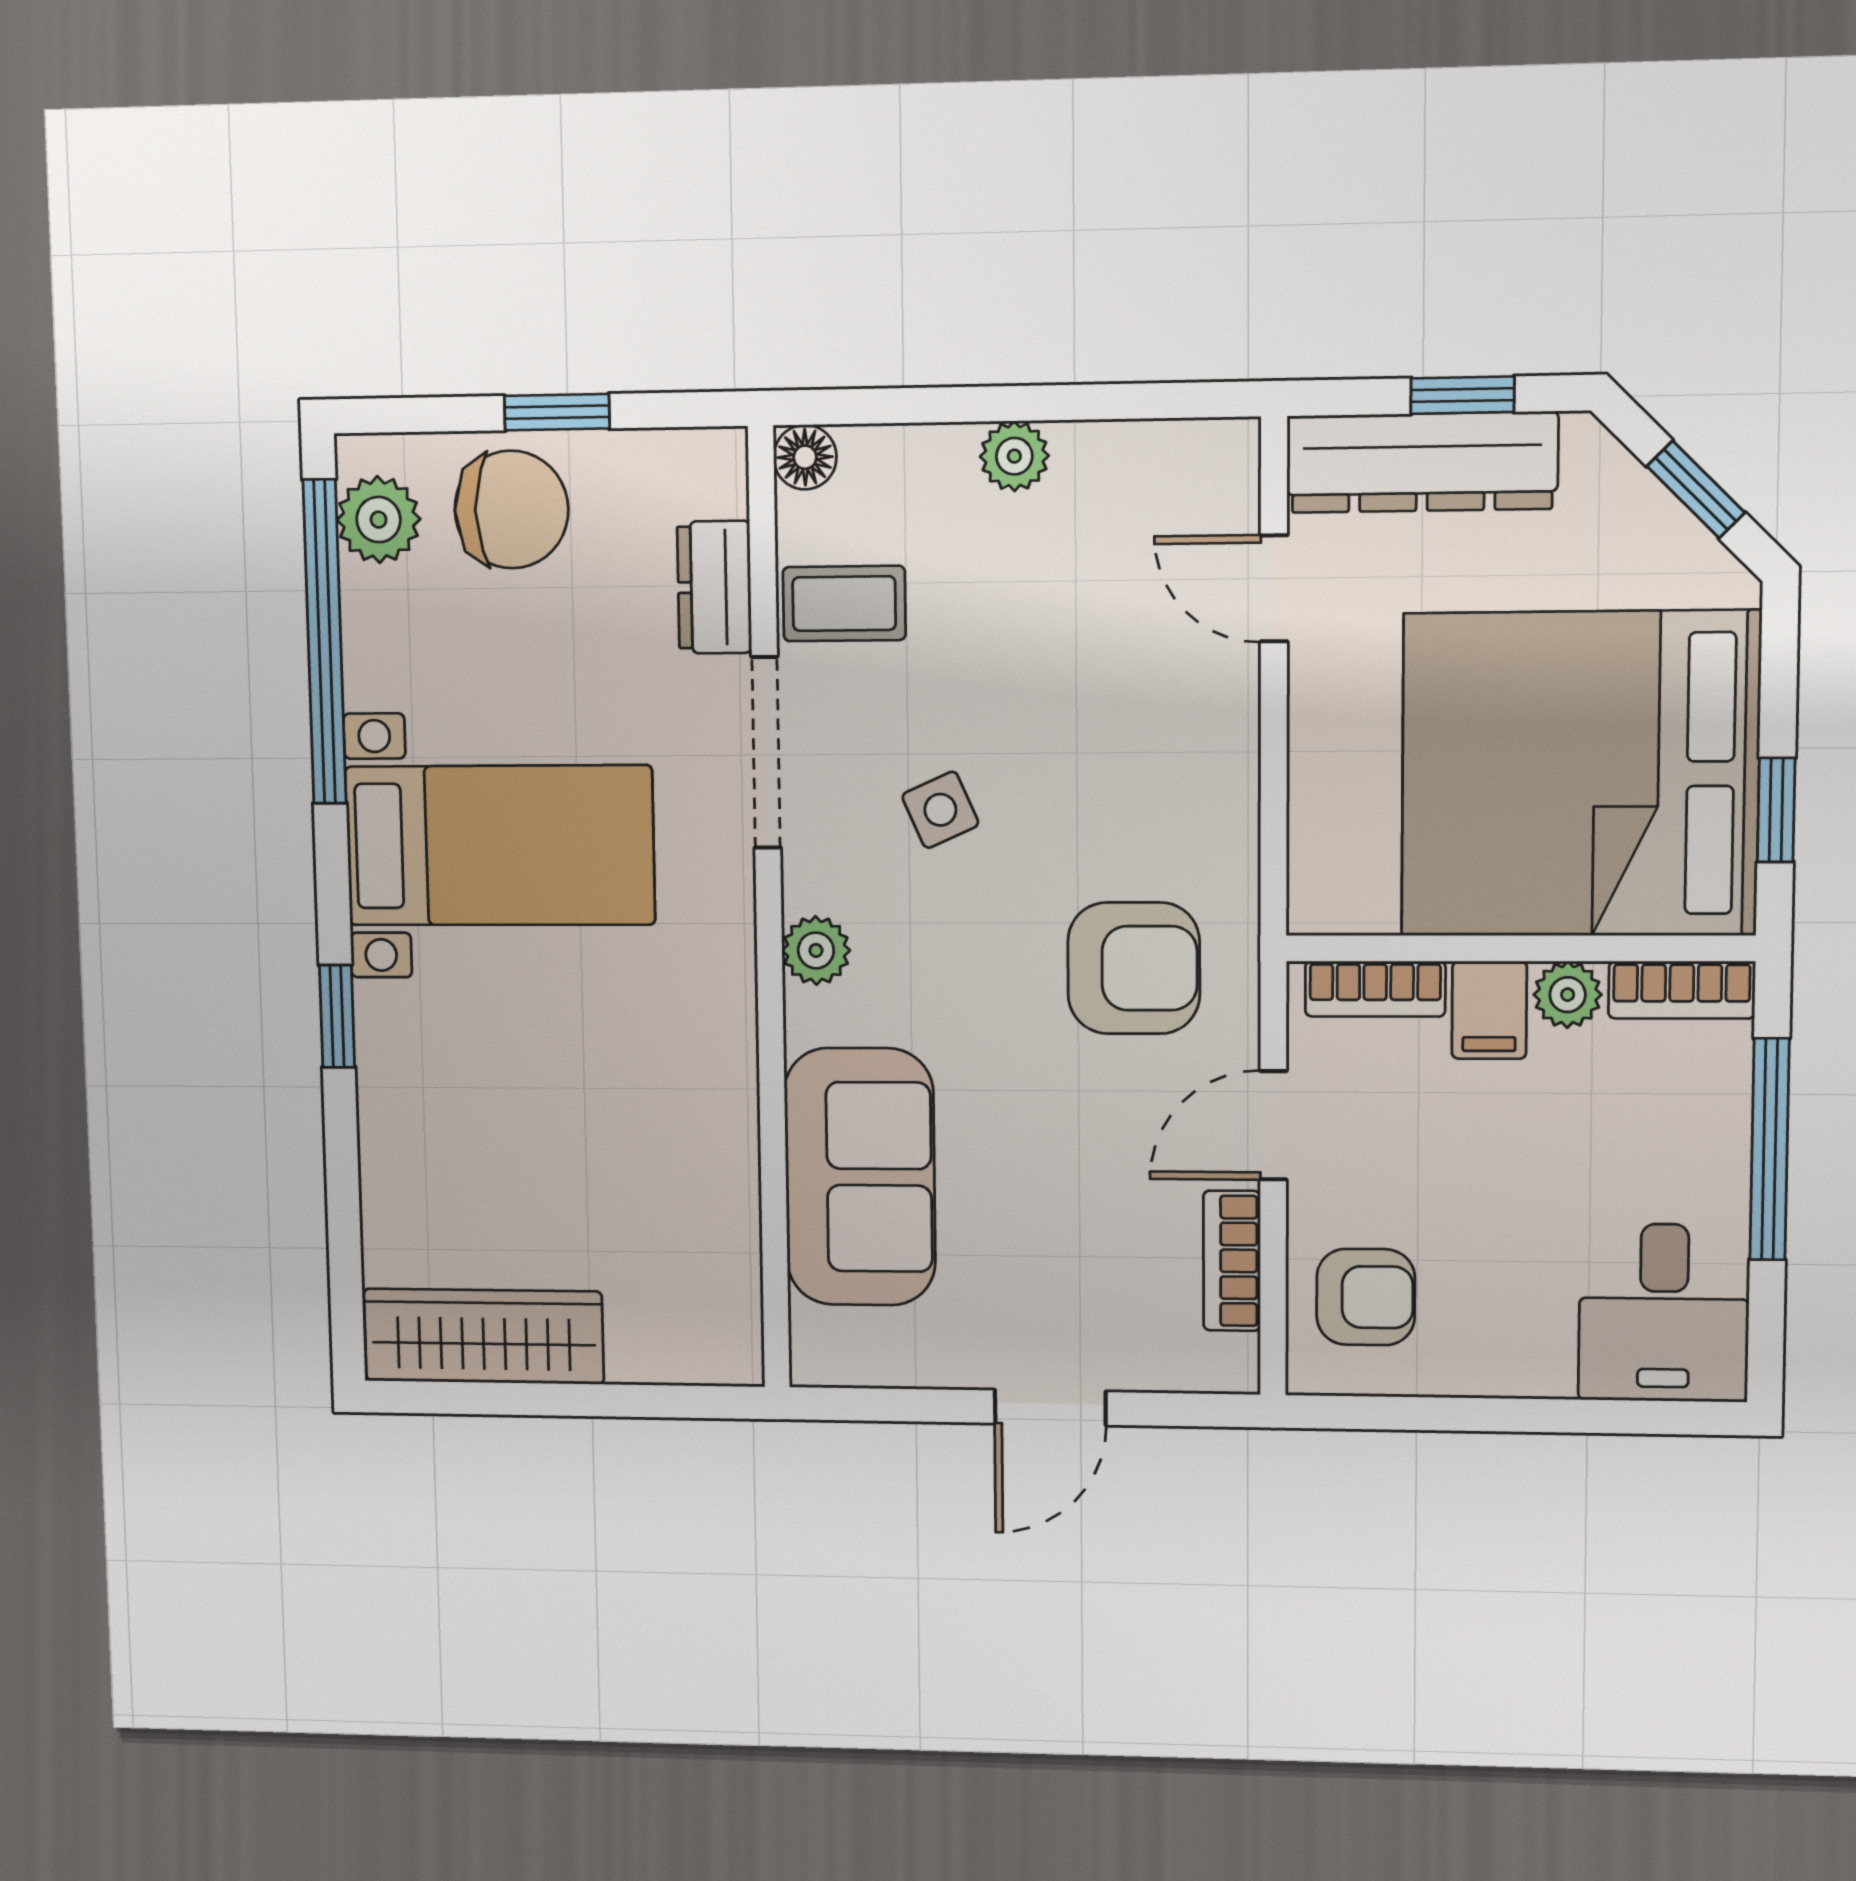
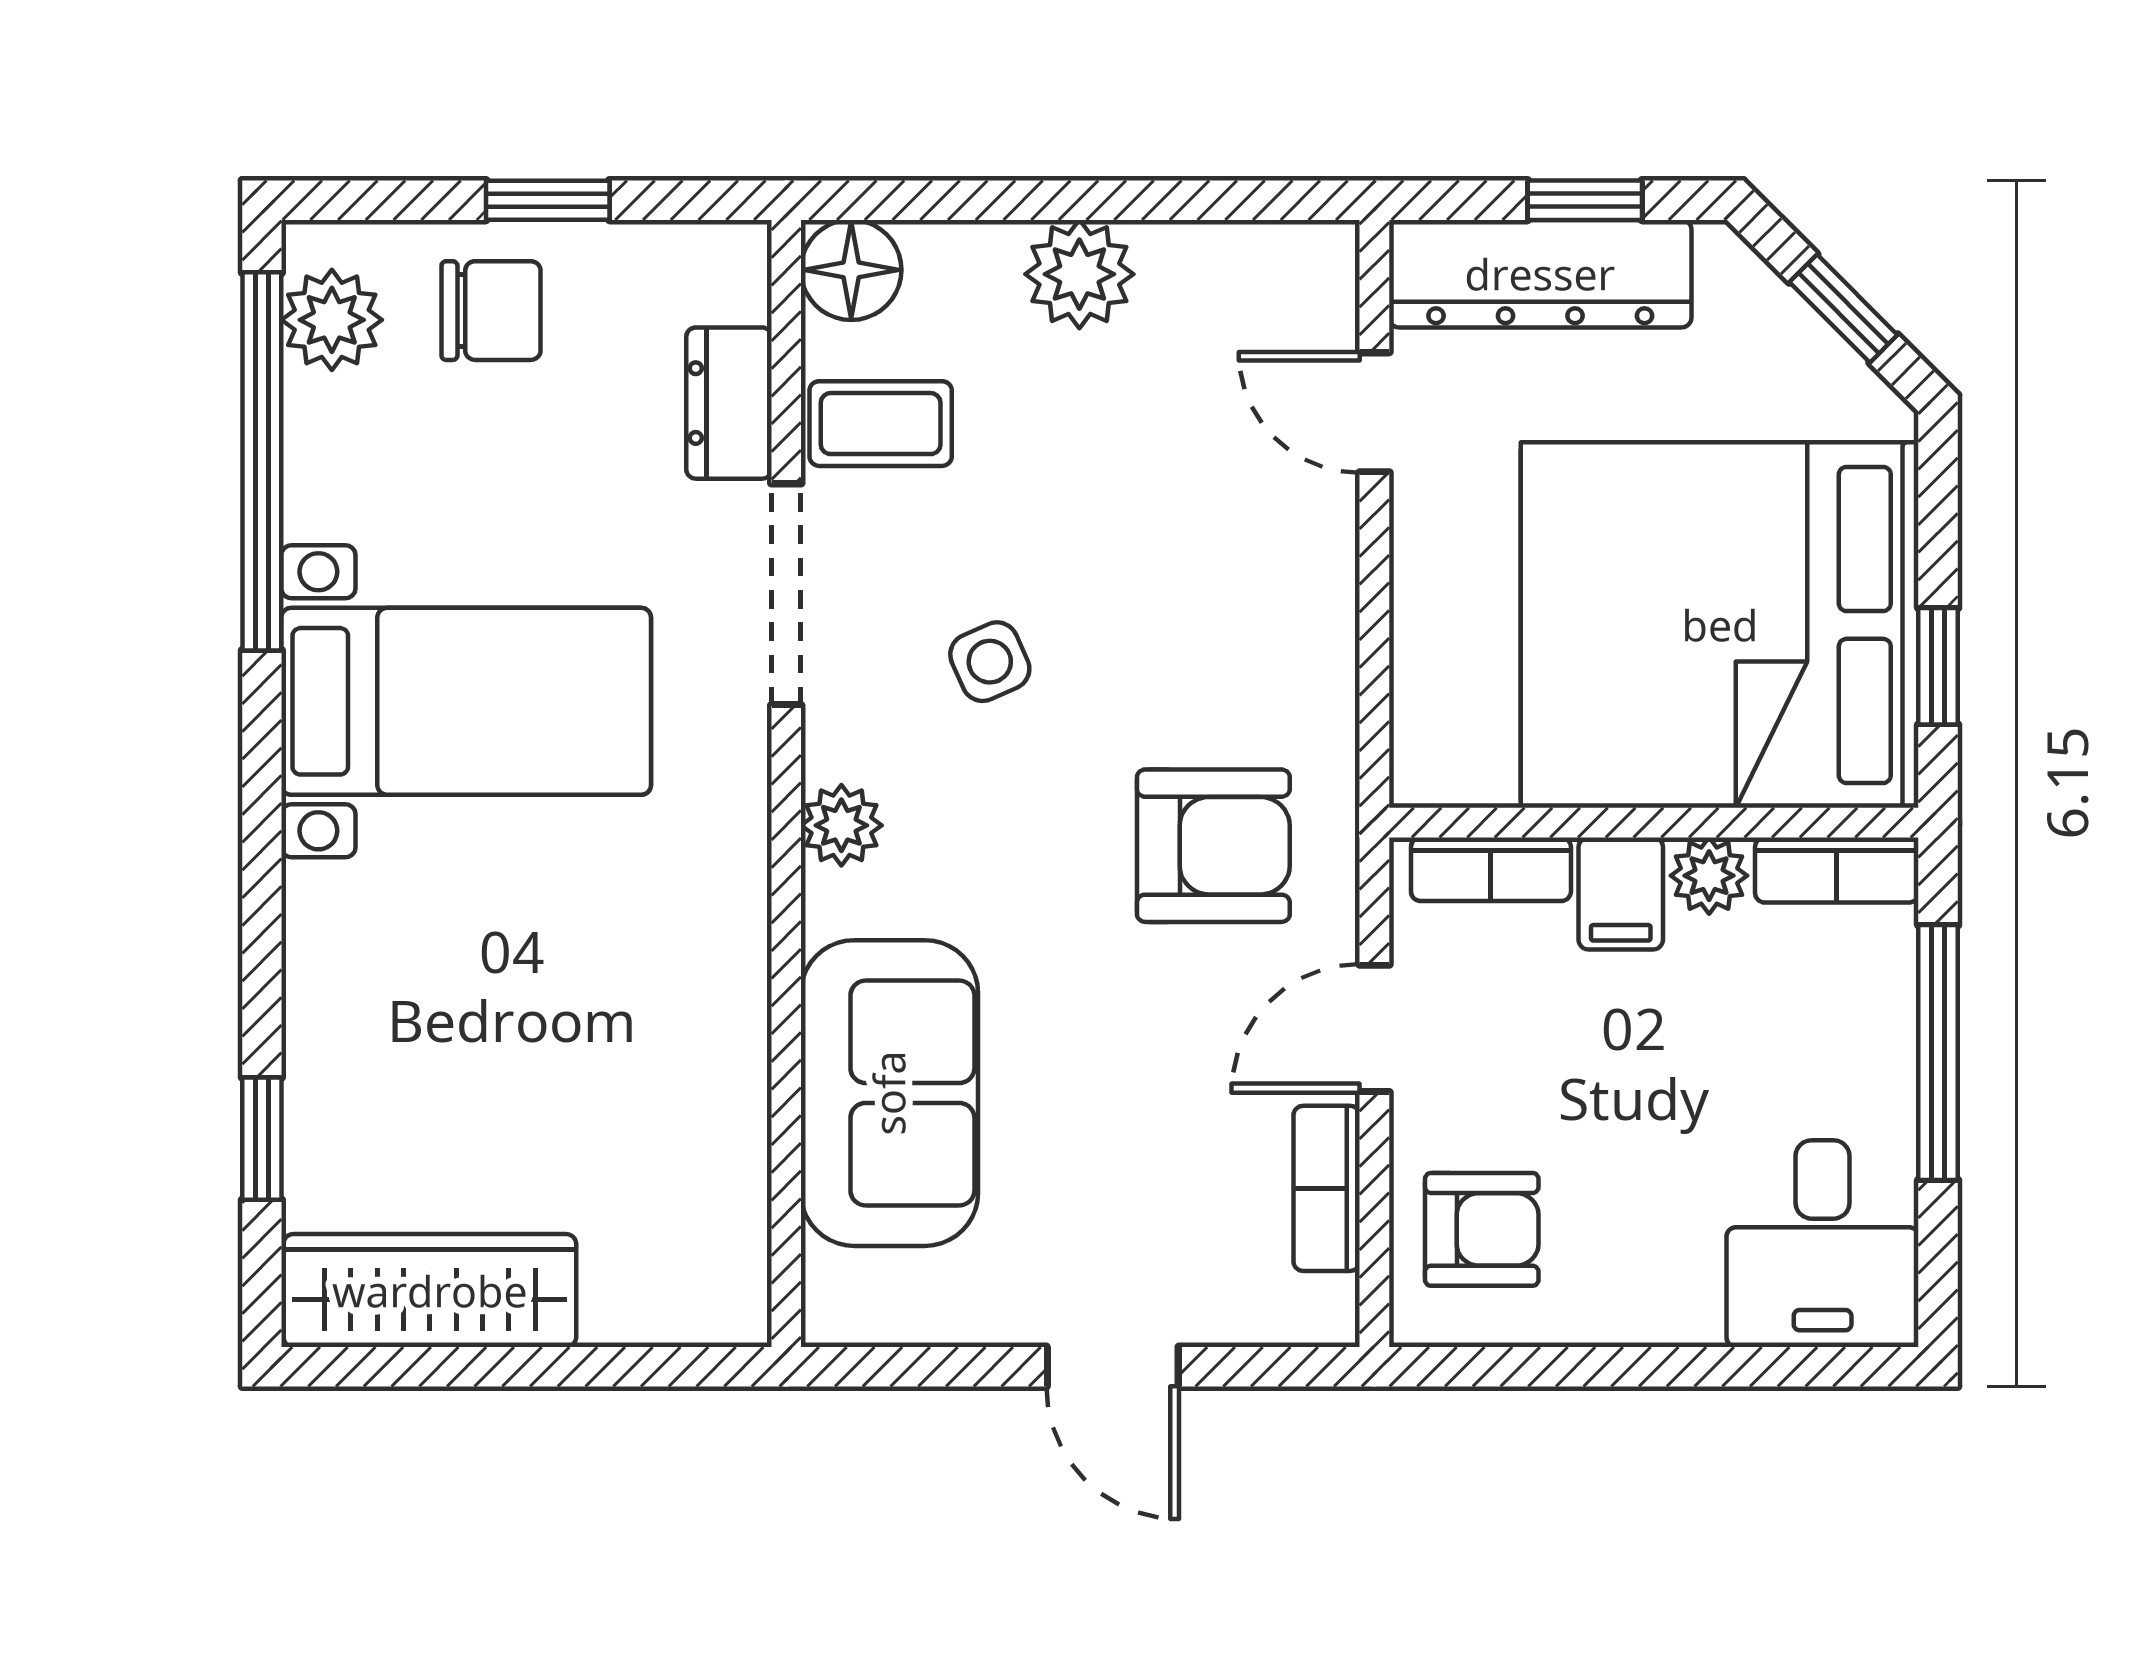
plant: (1014, 456) -> (1079, 274), width x1.38, depth x1.38
floor lamp: (805, 457) -> (851, 270), width x1.37, depth x1.37
chair: (511, 509) -> (491, 311), width x0.73, depth x0.73
window: (337, 1016) -> (262, 1139), moved
door: (1050, 1408) -> (1113, 1367), hinge flipped

